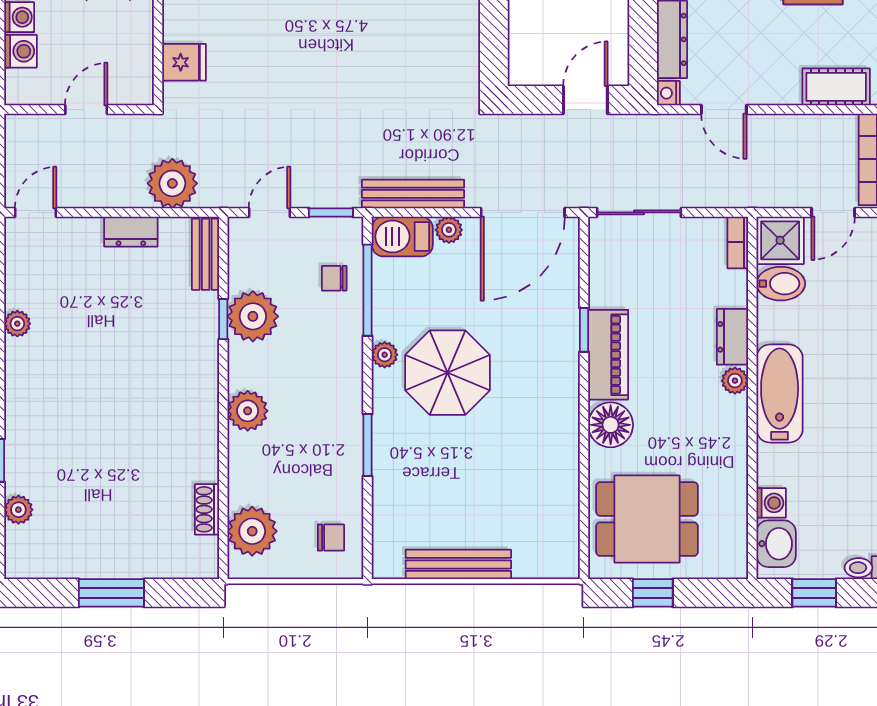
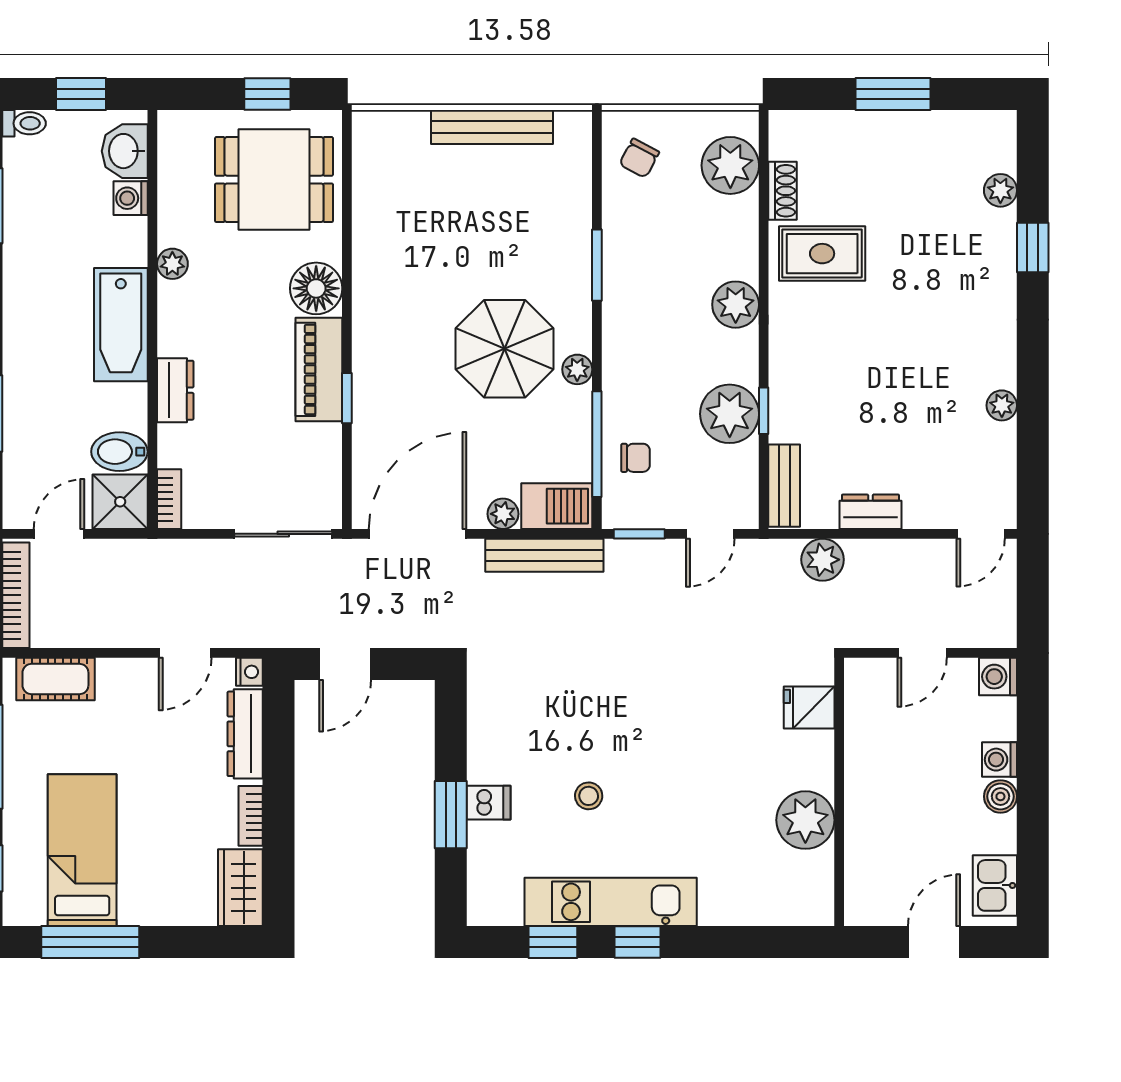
washing machine: (21, 51) -> (998, 677), moved
door: (724, 109) -> (185, 653), swing flipped
plant: (172, 183) -> (823, 560), width x0.73, depth x0.73
plant: (735, 381) -> (172, 264), moved
rug: (173, 455) -> (822, 254), added
chair: (331, 538) -> (639, 158), turned -62

